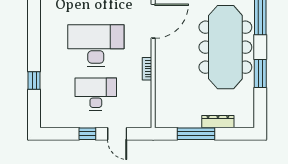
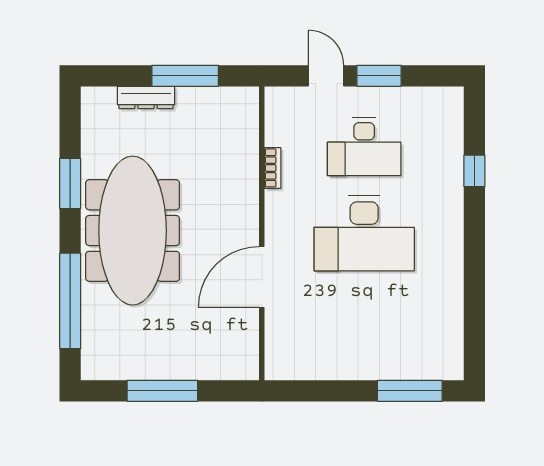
bookcase: (147, 69) -> (273, 168), moved
window: (87, 134) -> (379, 76), width x1.50

